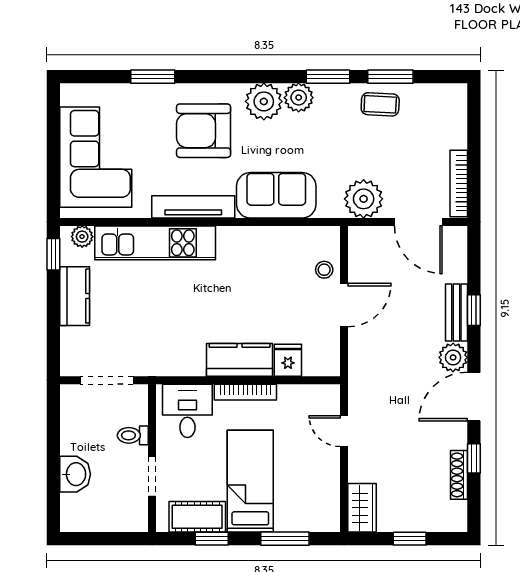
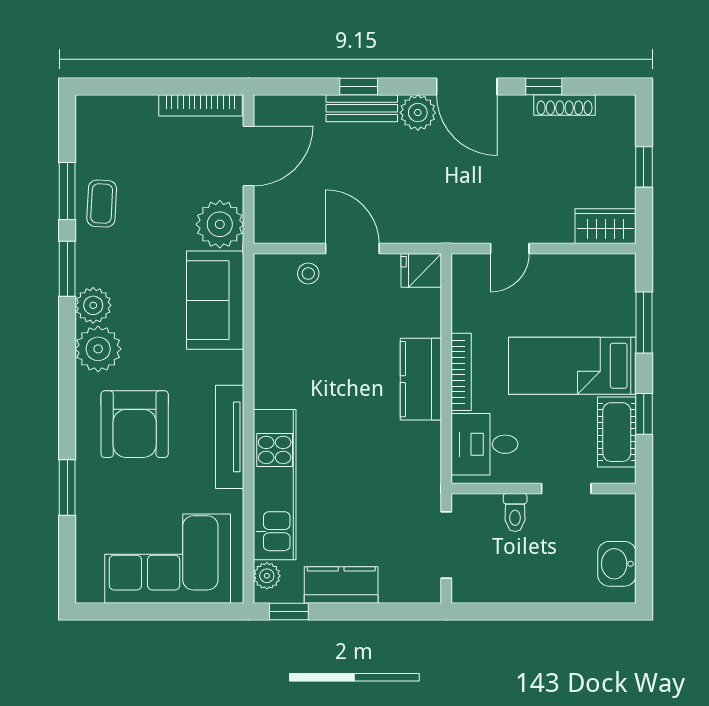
sofa: (276, 195) -> (215, 300), moved
fridge: (288, 360) -> (421, 270), moved
washbasin: (75, 474) -> (617, 564), moved, turned -90

